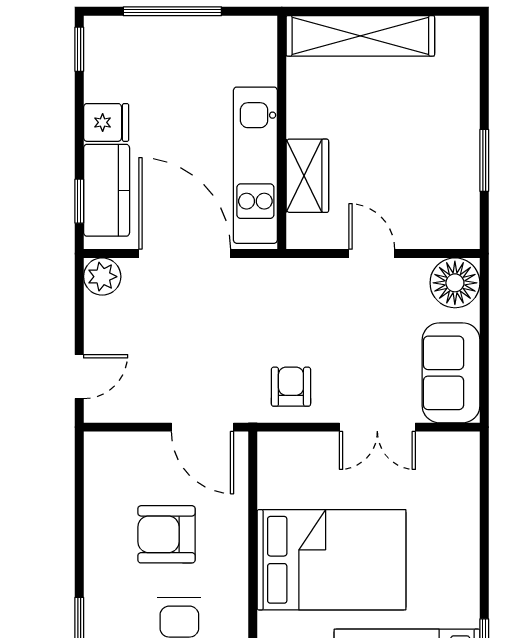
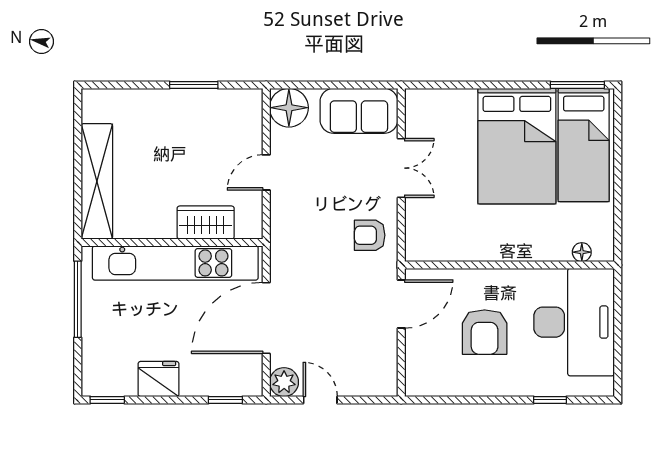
window: (172, 11) -> (78, 299), moved
fridge: (106, 122) -> (159, 379), width x1.38
kitchen unit: (255, 165) -> (175, 263), width x1.36
kitchen counter: (107, 190) -> (217, 379), removed
door: (79, 377) -> (320, 400), moved
bed: (331, 560) -> (517, 146), moved, turned 180

